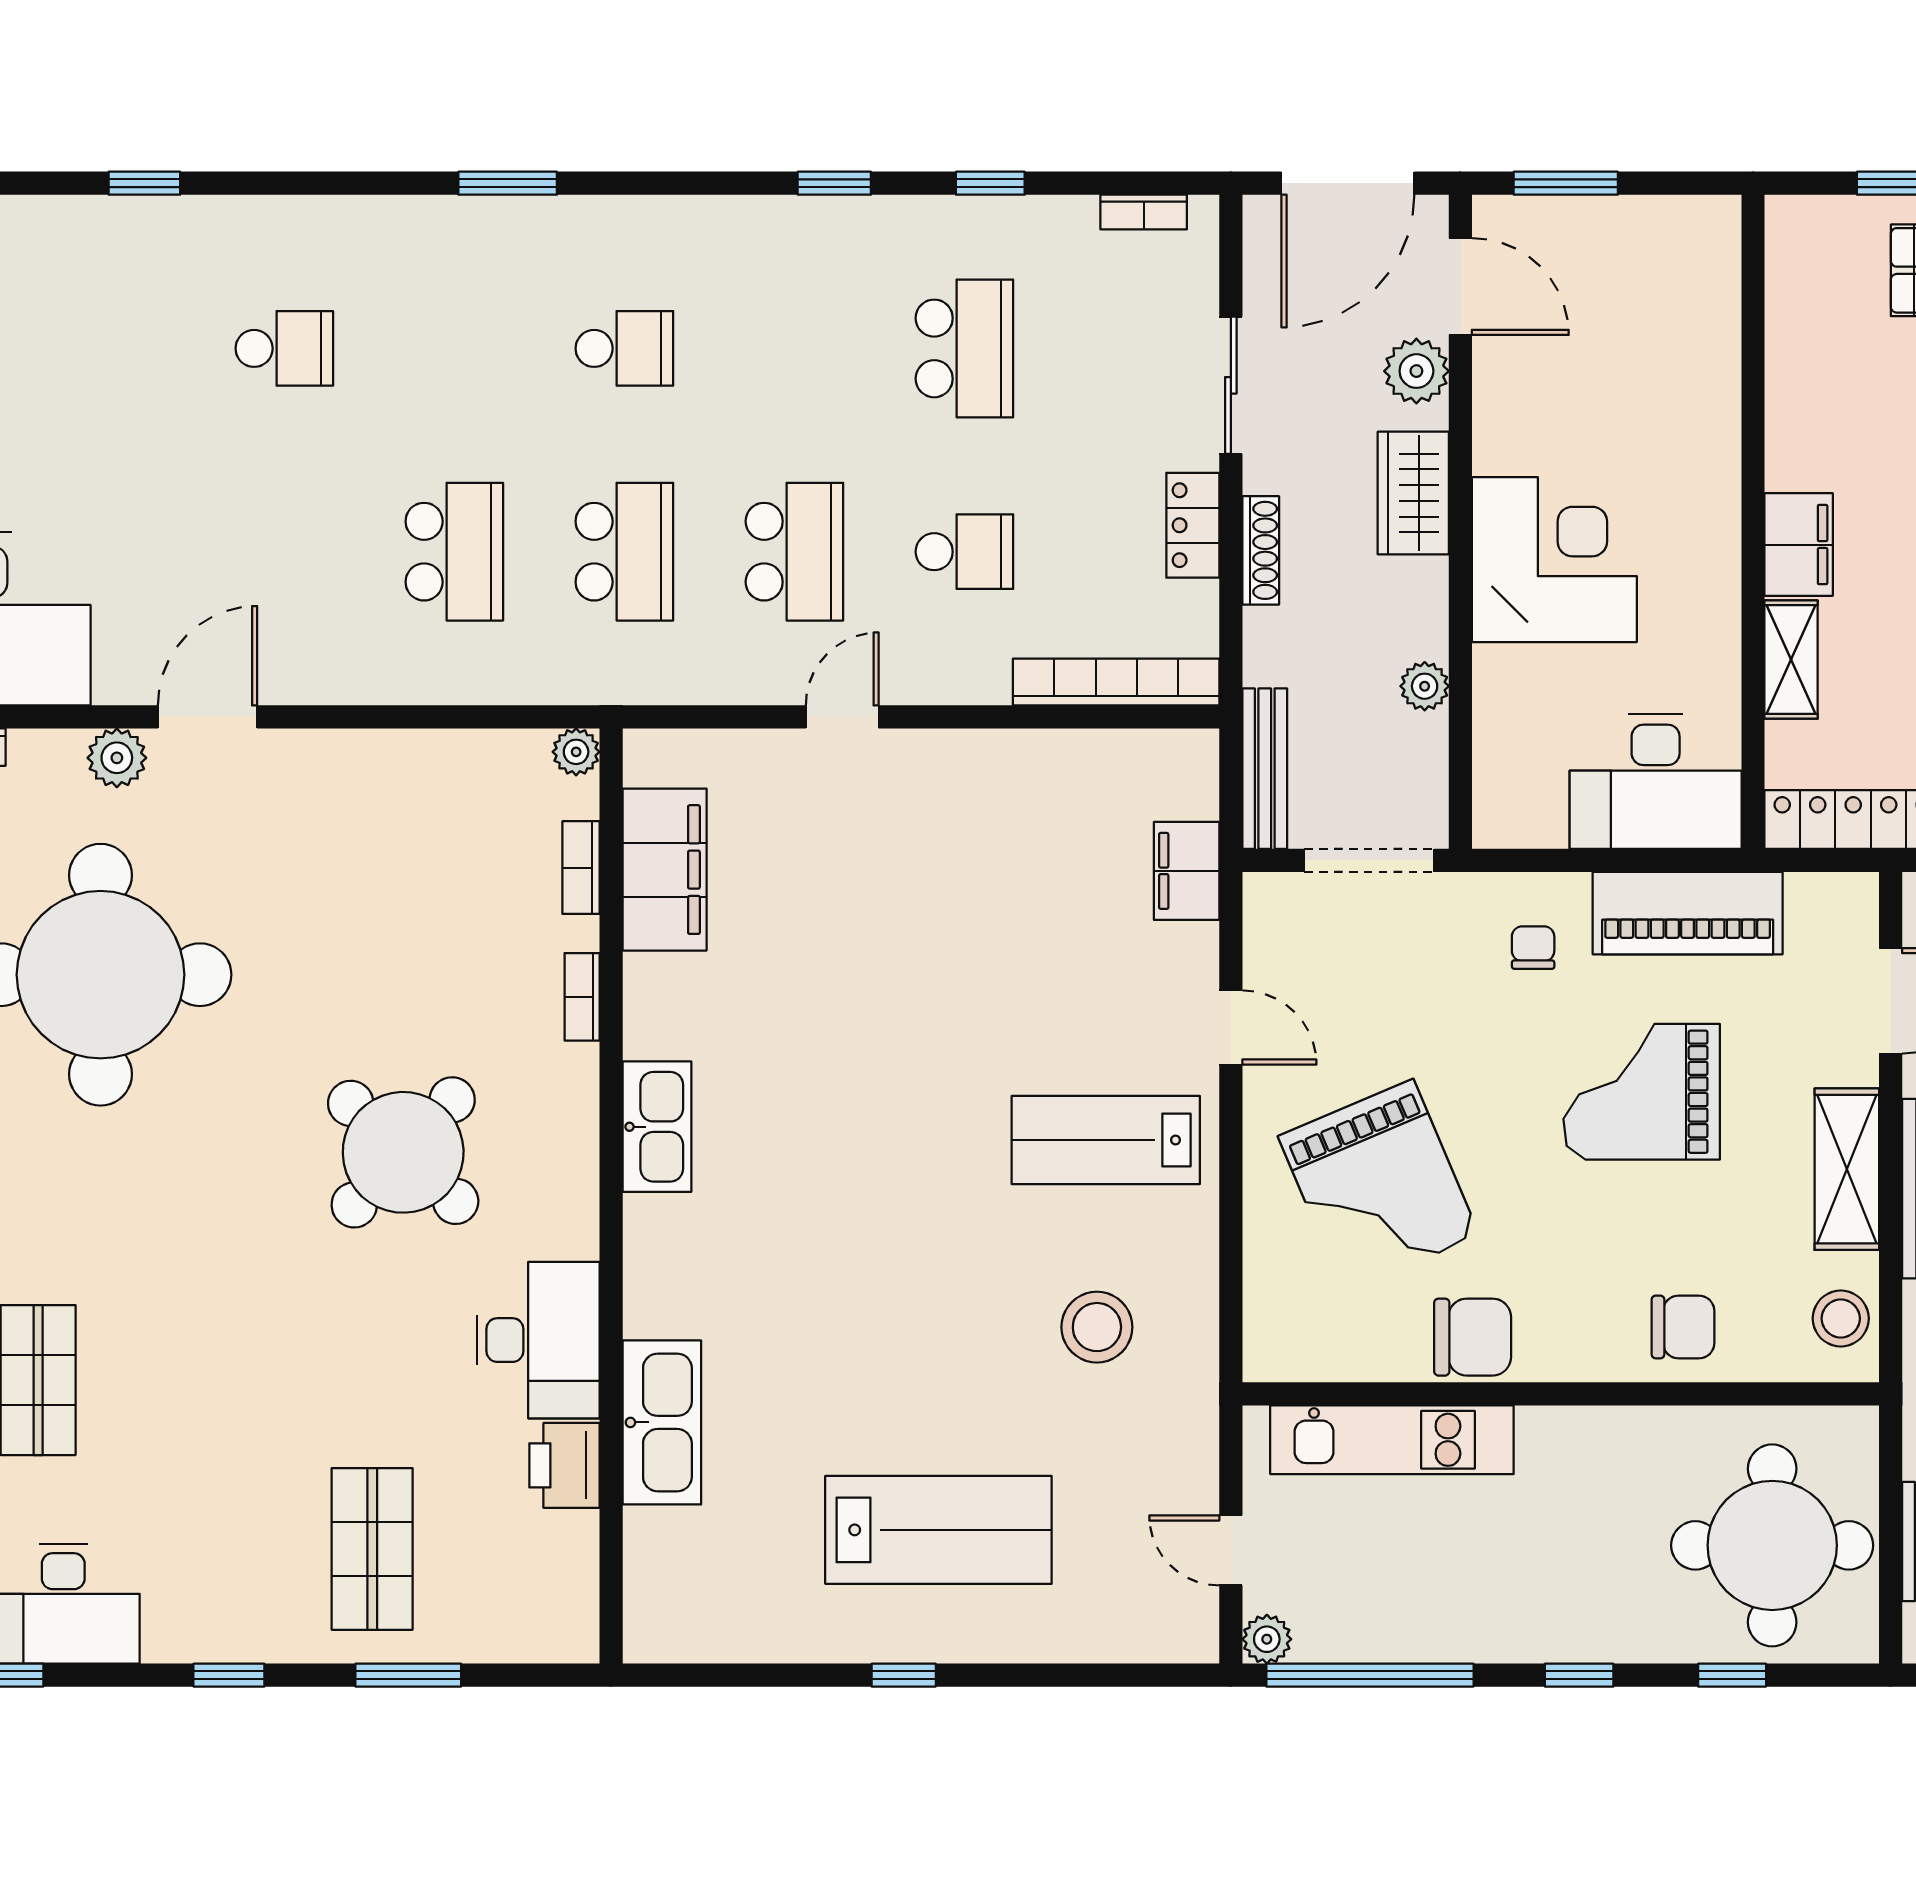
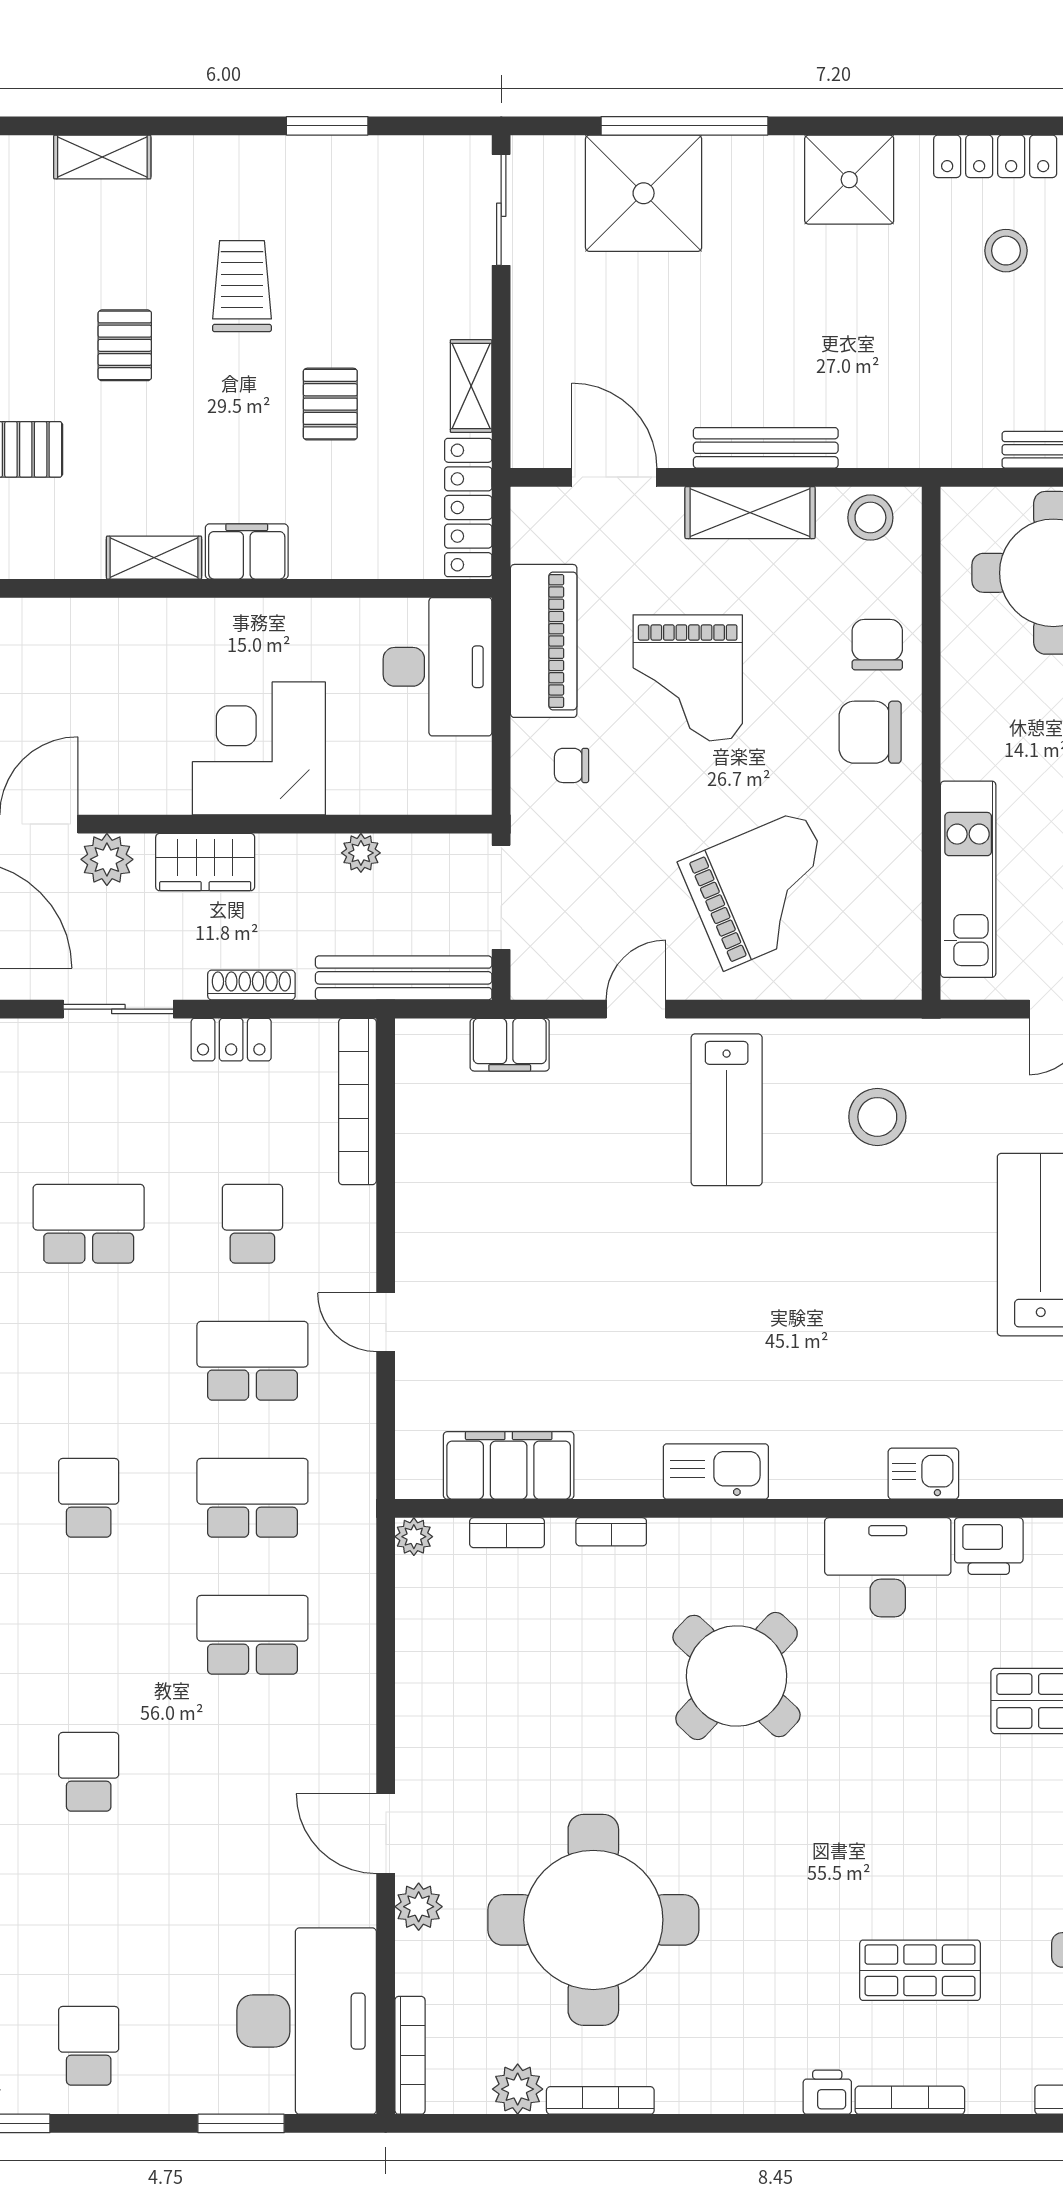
shelving: (1791, 660) -> (154, 558), moved
bench: (1265, 769) -> (404, 978), width x1.37, depth x1.21
chair: (1473, 1337) -> (870, 732), moved, turned -90
kitchen sink: (662, 1422) -> (923, 1474), width x0.53, depth x0.81

